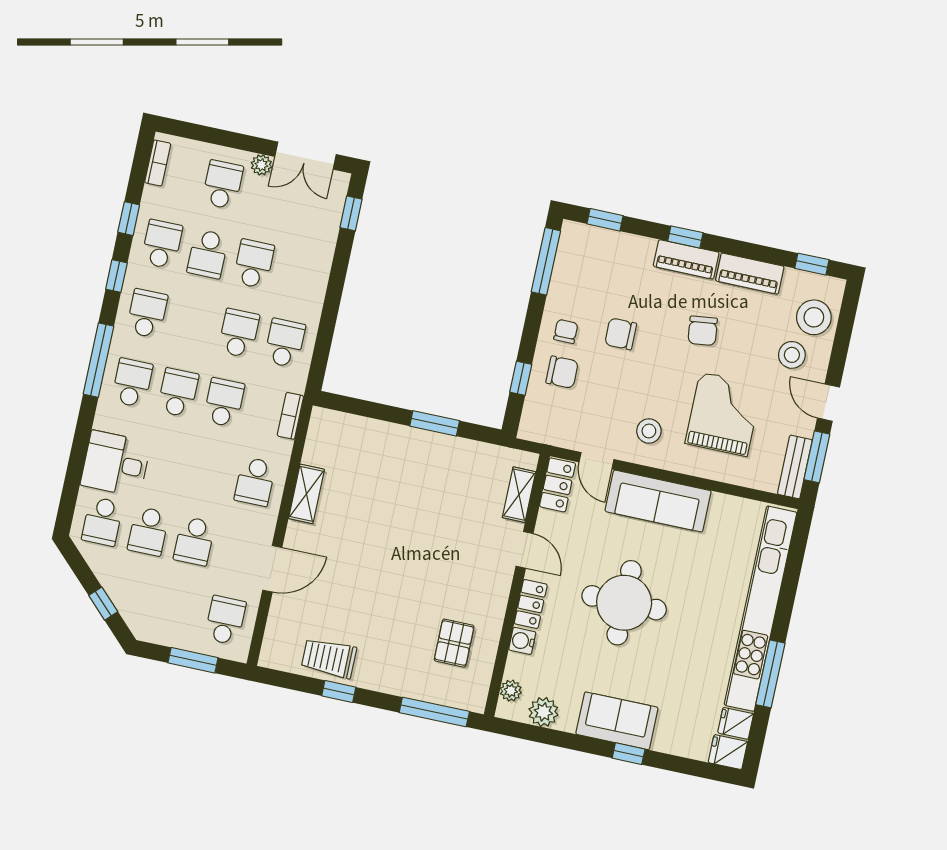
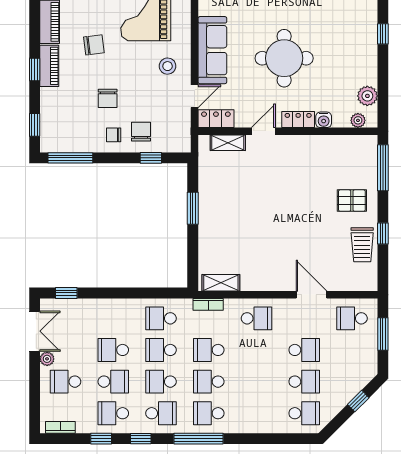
school desk: (147, 313) -> (161, 413), turned 180
school desk: (193, 323) -> (161, 382), added
desk: (116, 464) -> (264, 413), removed
shelving: (306, 494) -> (221, 283), moved
pallet: (454, 643) -> (352, 201), moved
sofa: (617, 721) -> (363, 46), removed

